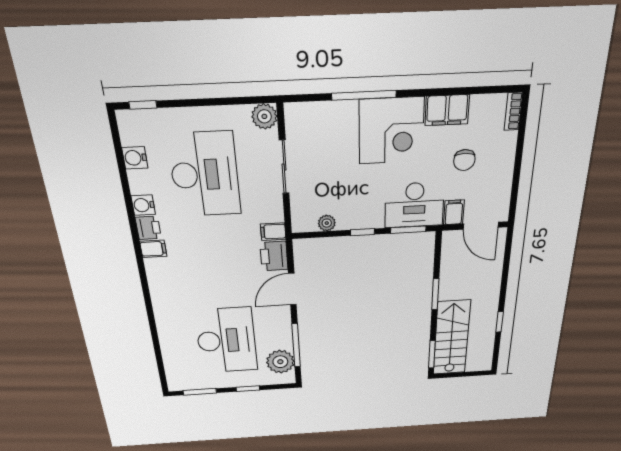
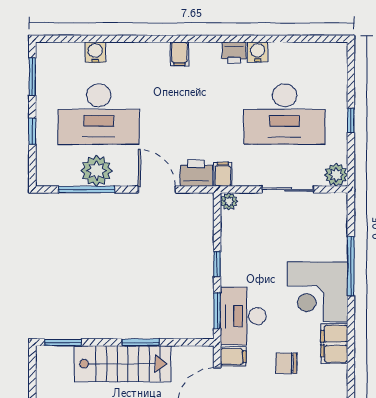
window: (143, 105) -> (351, 121), moved
water cooler: (135, 158) -> (95, 52), moved
plant: (327, 223) -> (229, 201), moved
filing cabinet: (153, 249) -> (179, 54), moved
stairs: (452, 338) -> (123, 364), moved
plant: (280, 362) -> (96, 171), moved

